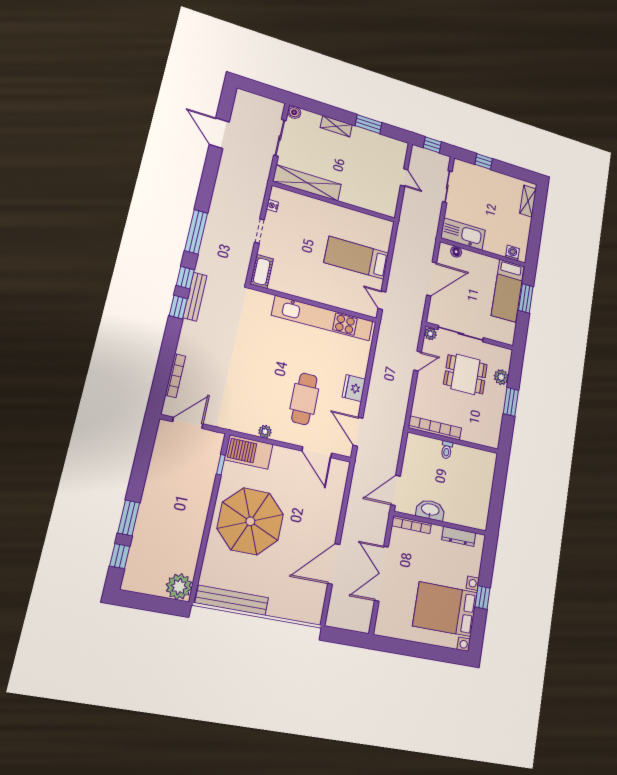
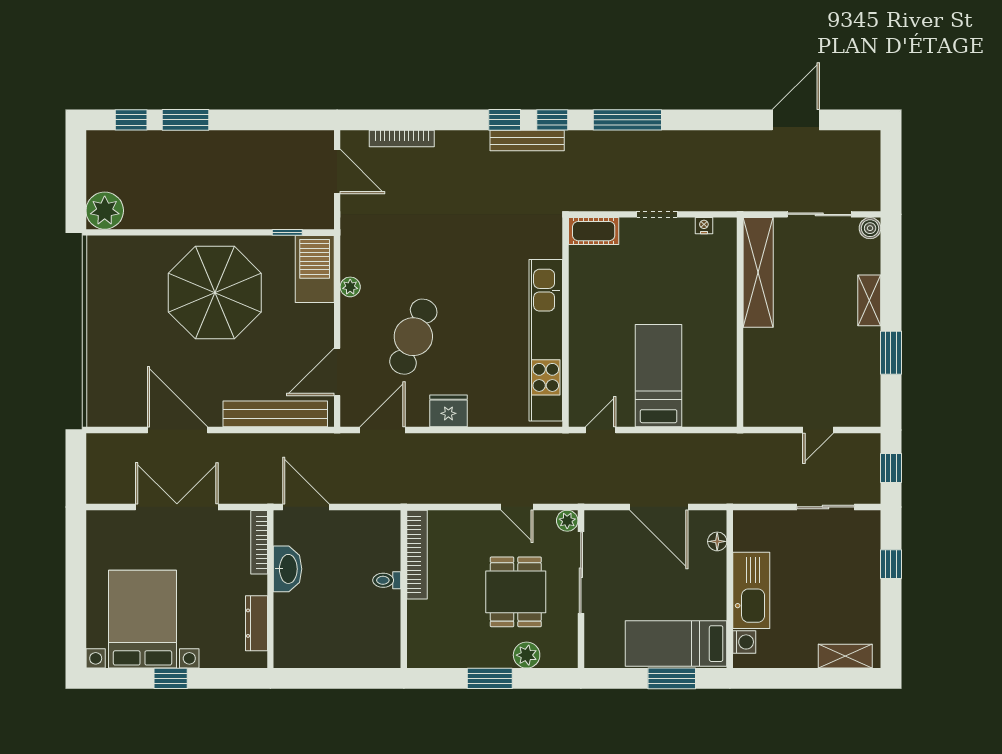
kitchen sink: (463, 234) -> (751, 590), moved
cafe table: (304, 399) -> (413, 337), turned -68
bench: (232, 600) -> (275, 414), moved, turned 90

